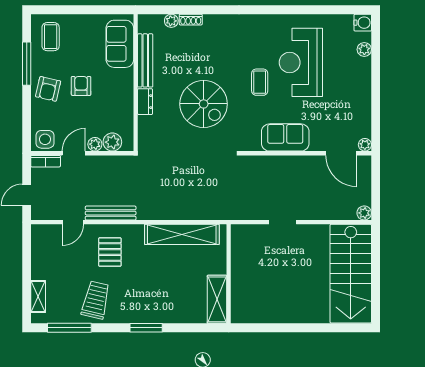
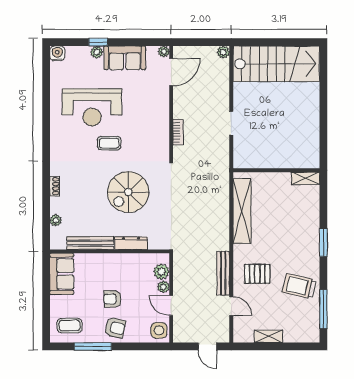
shoe rack: (191, 20) -> (55, 186), moved
sofa: (120, 44) -> (62, 274), moved, turned -90
plant: (364, 49) -> (97, 52), moved
window: (376, 70) -> (98, 42), added
dresser: (145, 102) -> (131, 243), width x1.44
spiral stairs: (204, 104) -> (128, 192), turned 180
sofa: (285, 137) -> (125, 58), moved, turned -90
bookcase: (46, 161) -> (178, 132), moved
shelving: (38, 297) -> (268, 336), moved
shelving: (217, 299) -> (306, 178), width x0.67, depth x0.75

